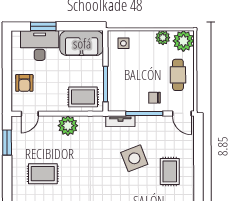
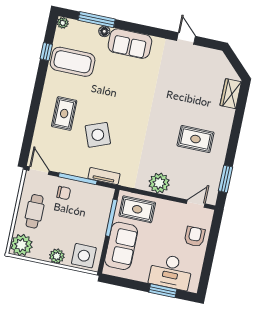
plant: (163, 38) -> (57, 256), moved
sofa: (82, 43) -> (121, 246), moved, turned 90
side table: (123, 43) -> (84, 256), width x1.87, depth x1.87

